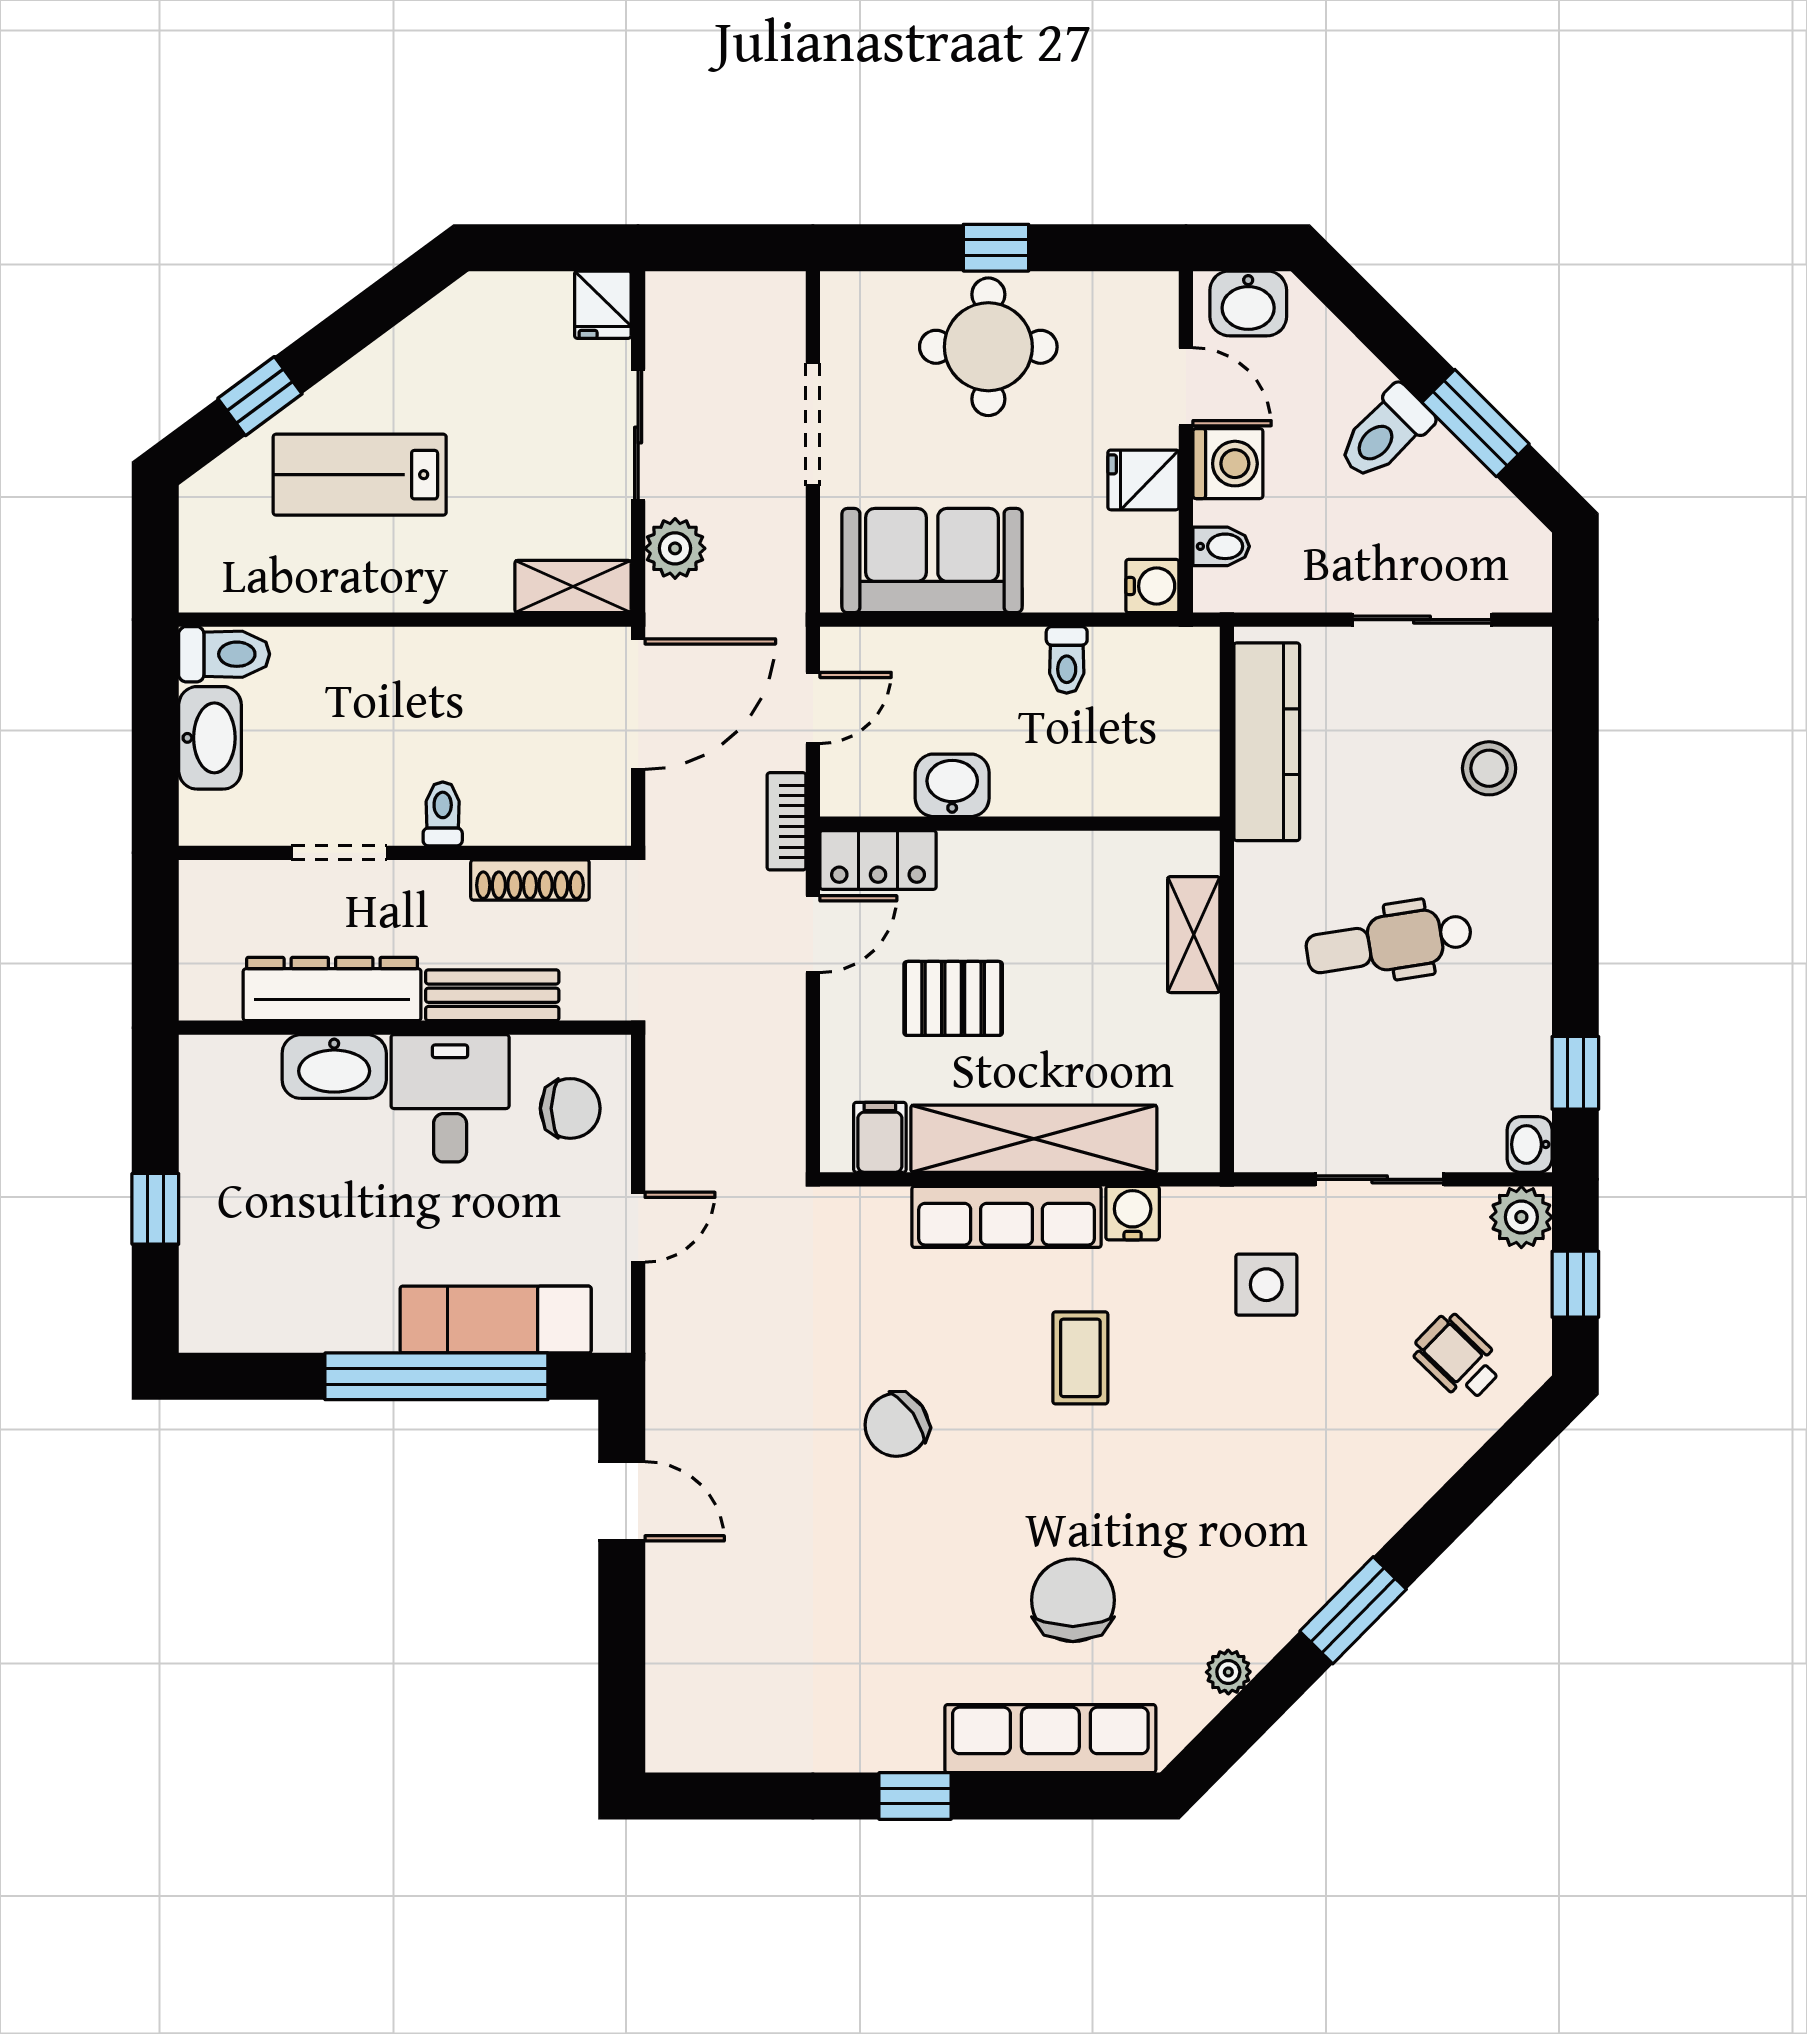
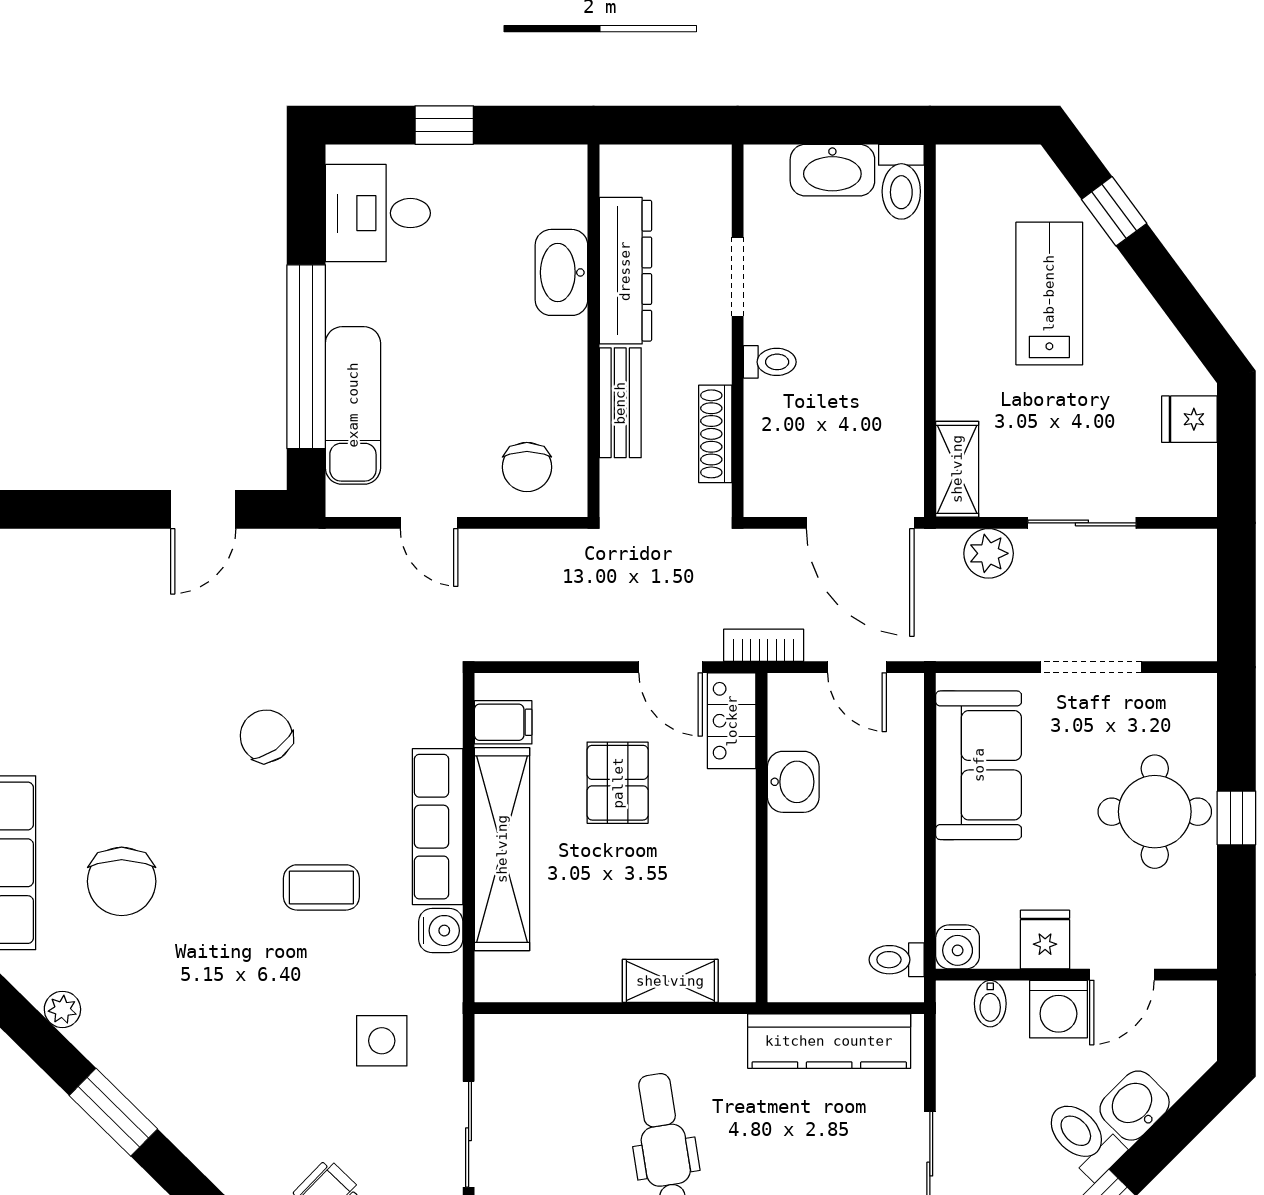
washbasin: (1248, 303) -> (1135, 1106), moved, turned 45
fridge: (603, 305) -> (1189, 419), moved
toilet: (1067, 660) -> (897, 960), moved
desk: (450, 1098) -> (378, 213), moved, turned 180
chair: (1073, 1600) -> (122, 881), turned 90

